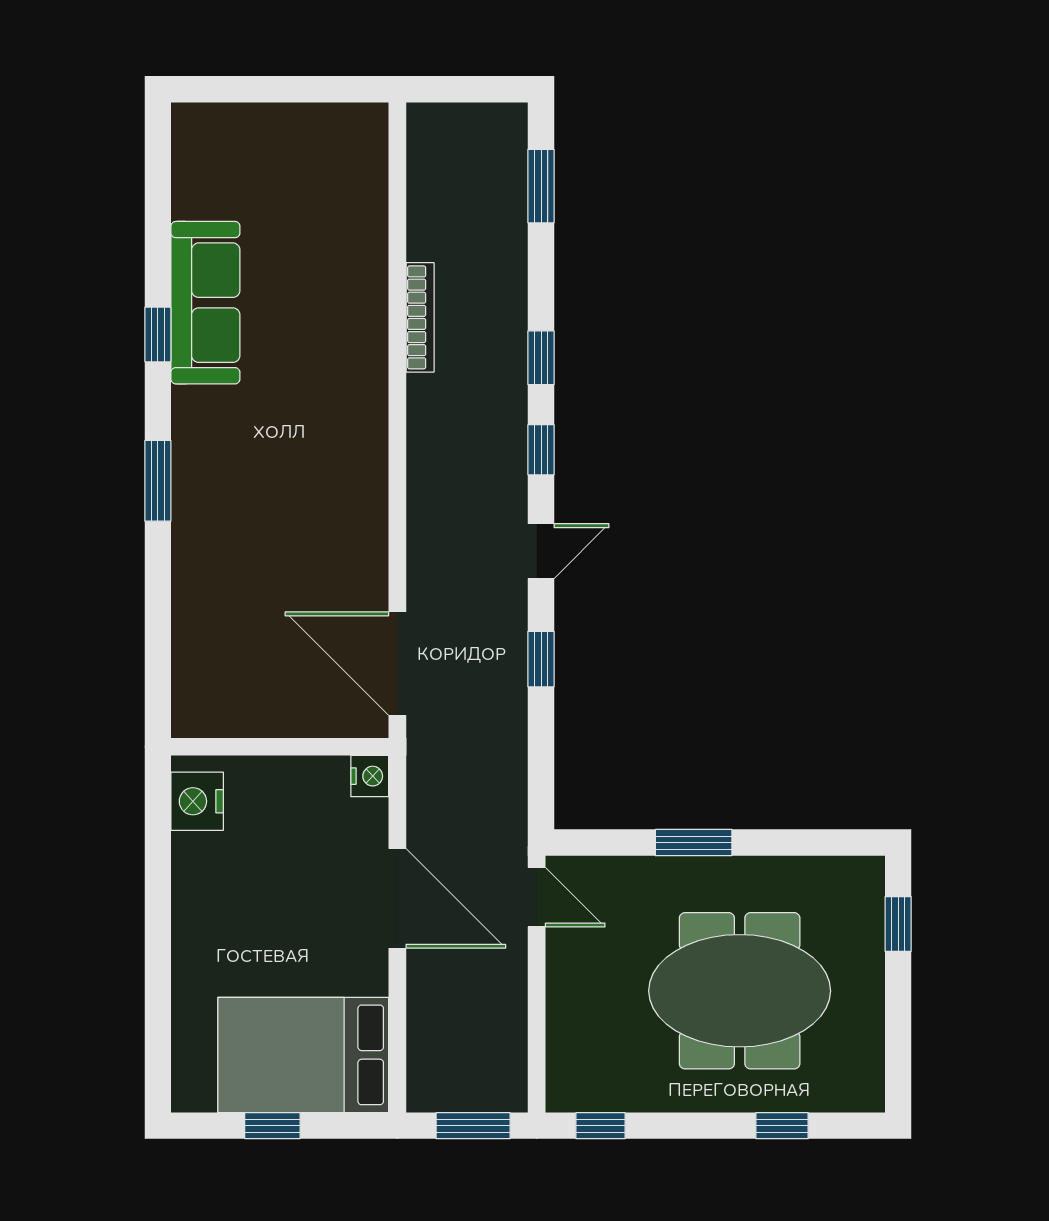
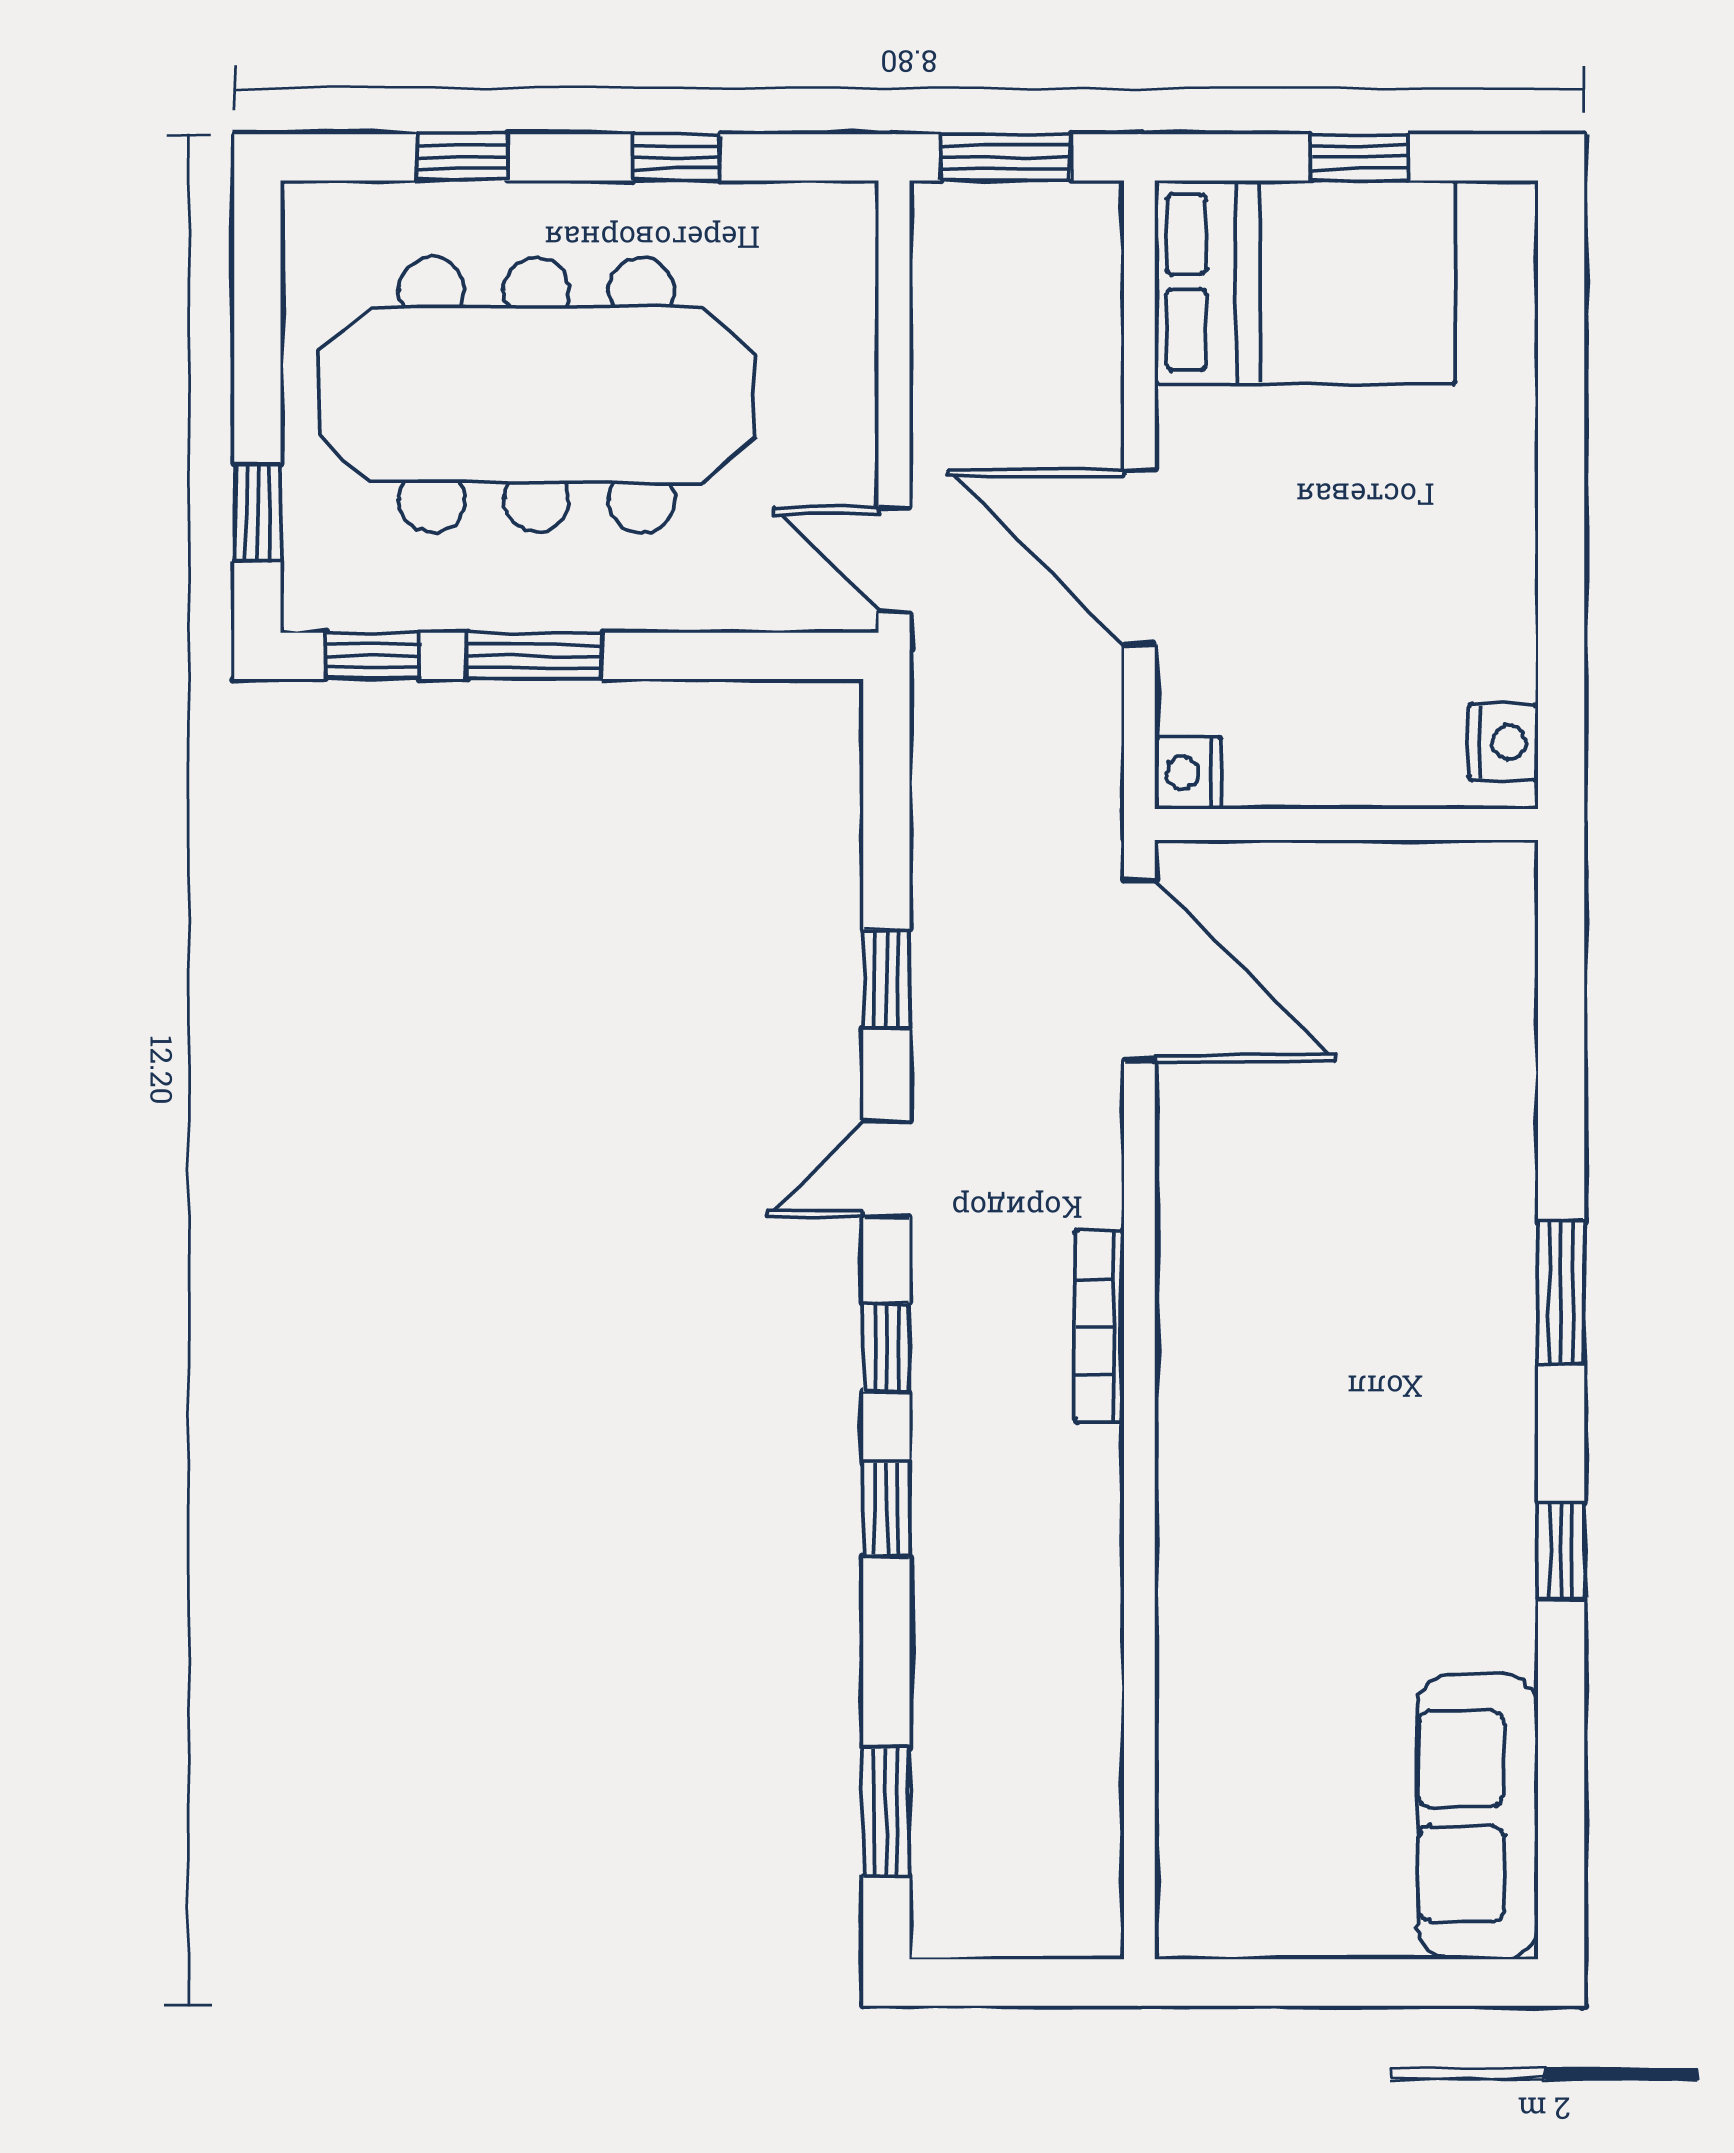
sofa: (205, 303) -> (1477, 1817), moved
bookcase: (420, 317) -> (1099, 1327), moved
nightstand: (197, 801) -> (1503, 742), width x0.74, depth x0.75
window: (694, 843) -> (534, 656), moved
window: (833, 843) -> (373, 656), added
meeting table: (740, 991) -> (537, 395), width x1.36
window: (601, 1126) -> (677, 157), moved

